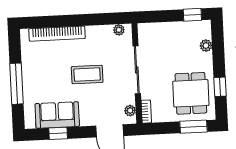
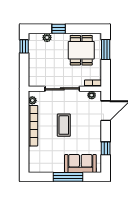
bookcase: (57, 34) -> (33, 126), moved
window: (220, 87) -> (59, 29), moved
dining table: (191, 93) -> (81, 50), turned 90
sofa: (57, 115) -> (80, 163), moved, turned 90

